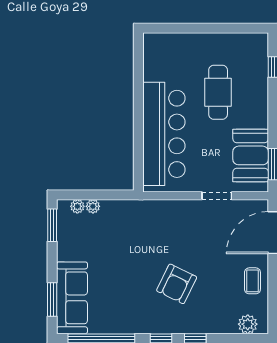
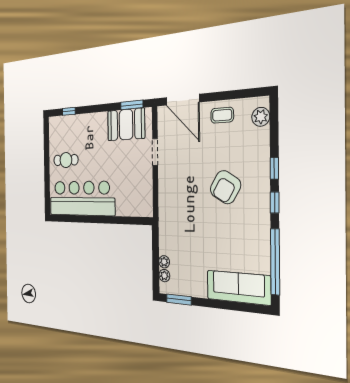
cafe table: (218, 92) -> (66, 160), moved, width x0.73, depth x0.74
bar counter: (164, 134) -> (82, 198), moved
armchair: (177, 284) -> (225, 187), turned 95
window: (52, 299) -> (240, 307), removed

